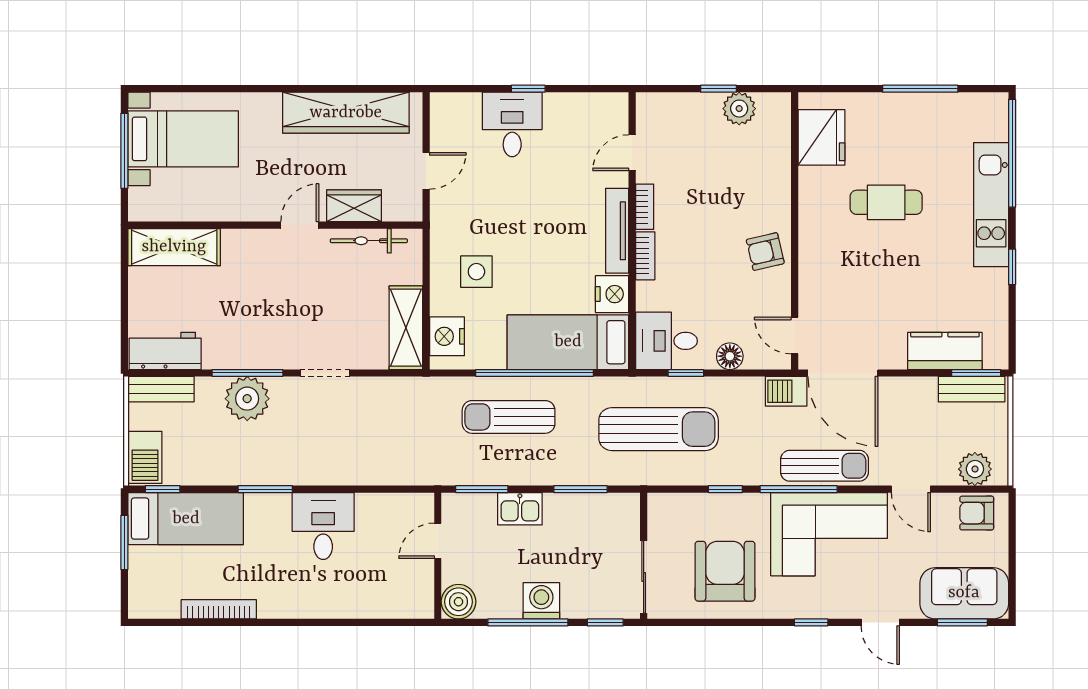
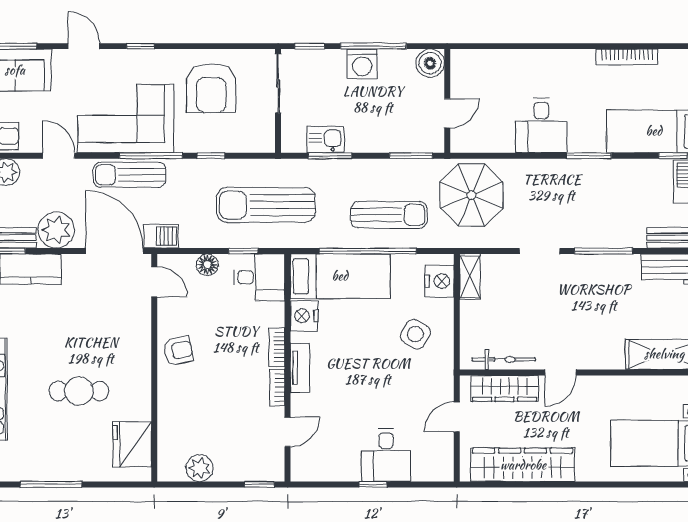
window: (718, 89) -> (259, 484), moved
wardrobe: (354, 206) -> (505, 388), width x1.50
tv unit: (617, 231) -> (300, 368), width x0.71
side table: (476, 272) -> (415, 334), turned 31
shelving: (406, 328) -> (470, 277), width x0.67, depth x0.75
plant: (247, 399) -> (56, 230), moved
parasol: (408, 441) -> (471, 195), added
kitchen sink: (520, 509) -> (325, 140), moved

